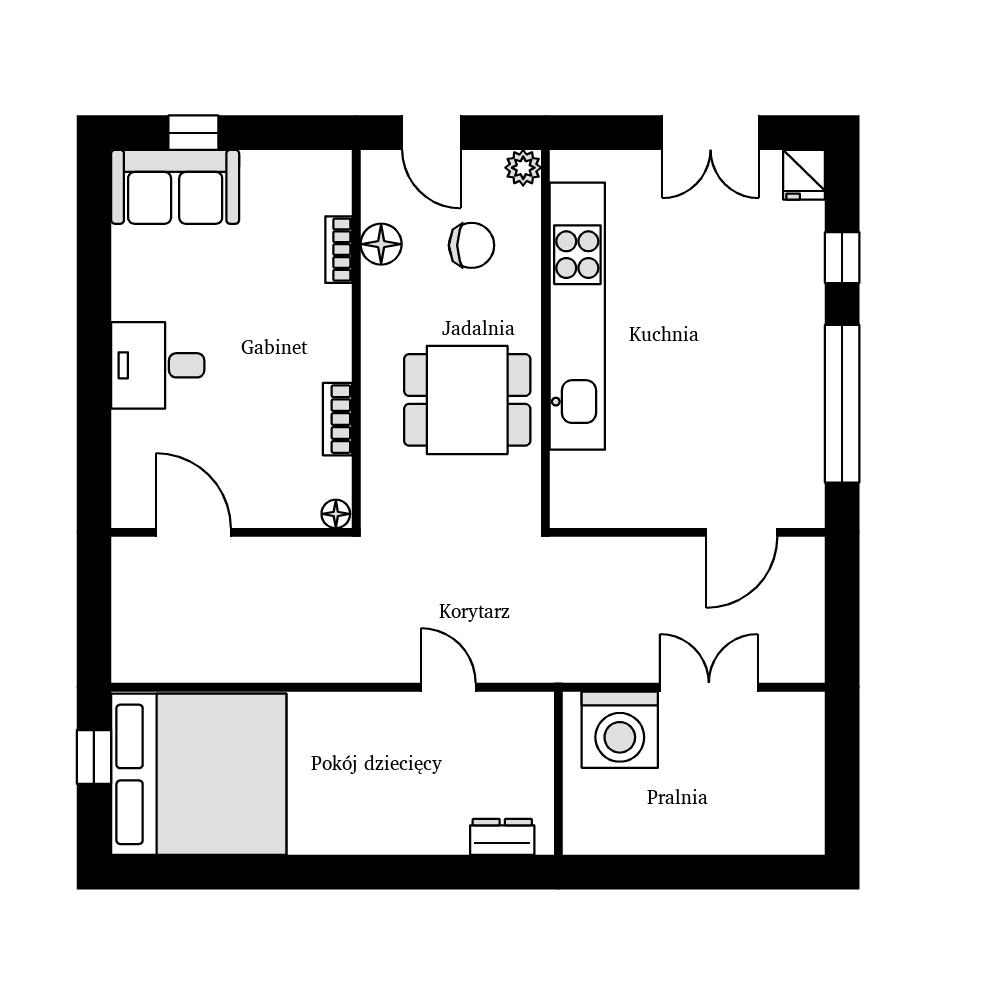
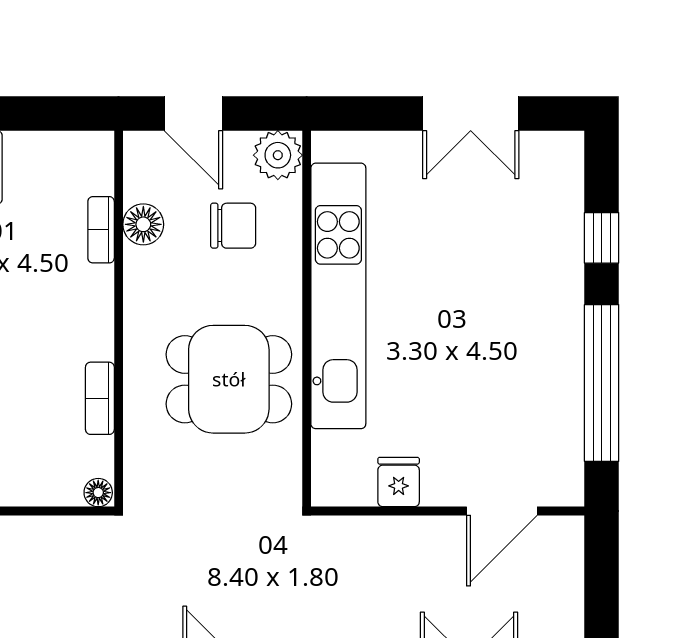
plant: (523, 168) -> (278, 155), width x1.38, depth x1.38
fridge: (804, 175) -> (399, 482), moved, turned 180

